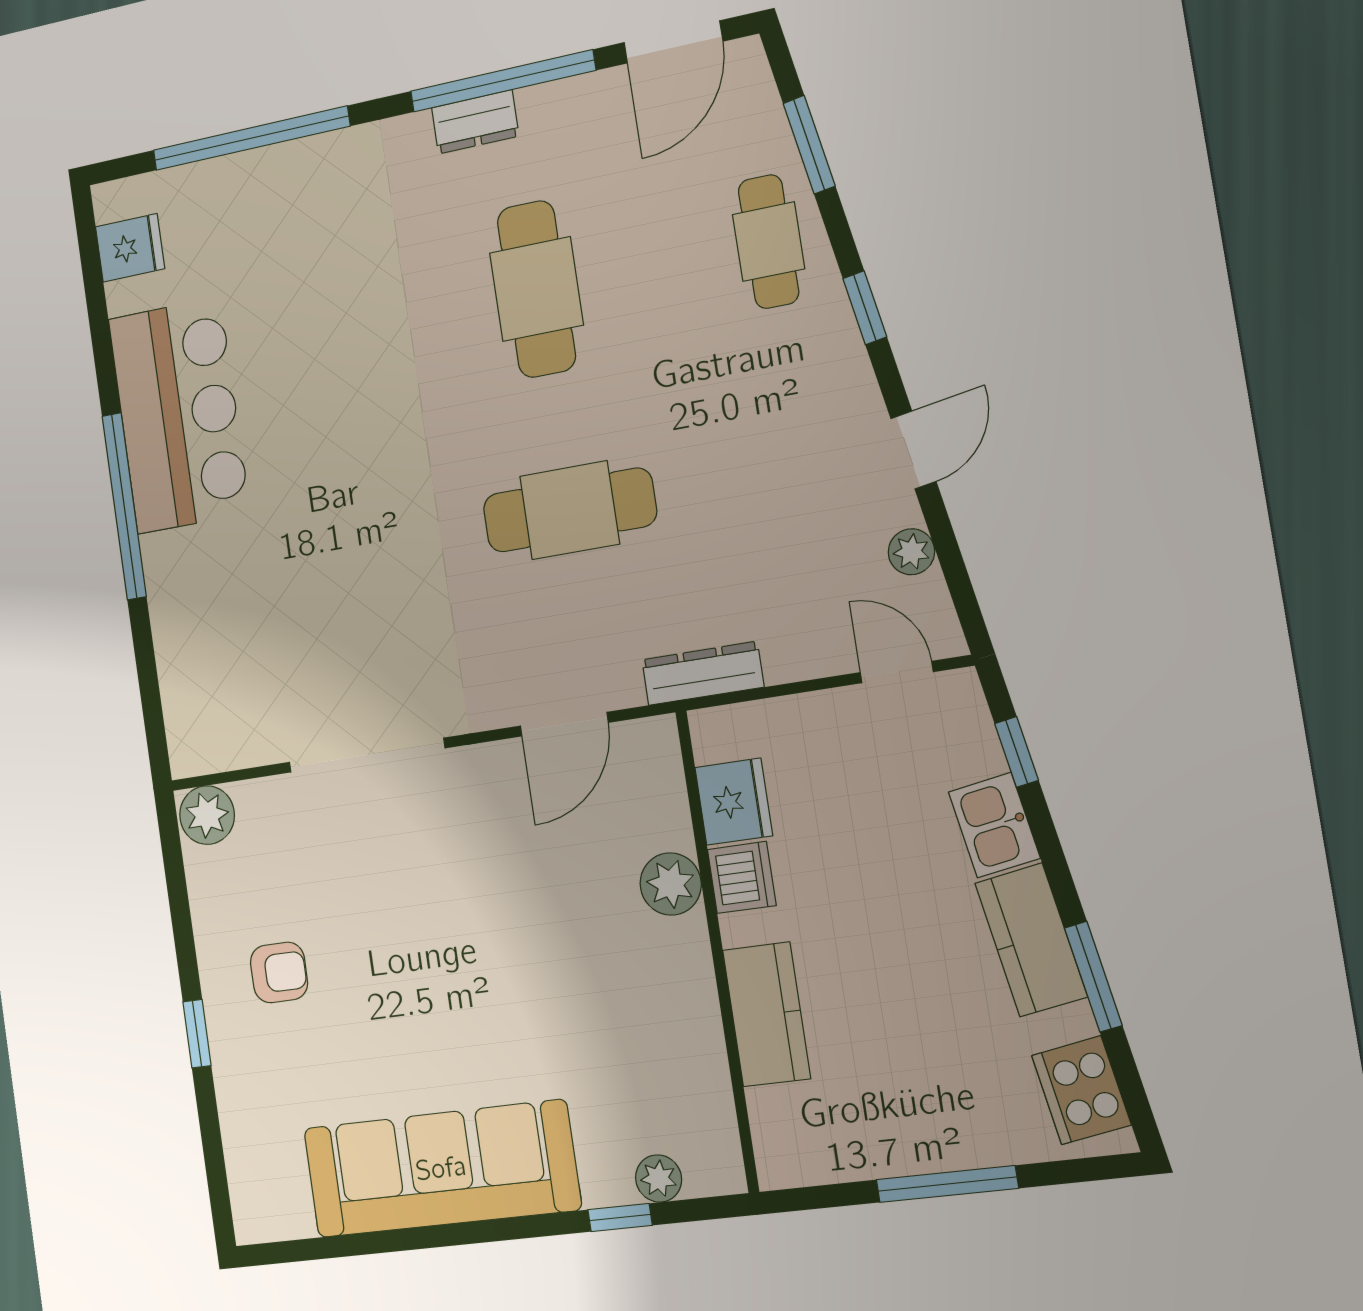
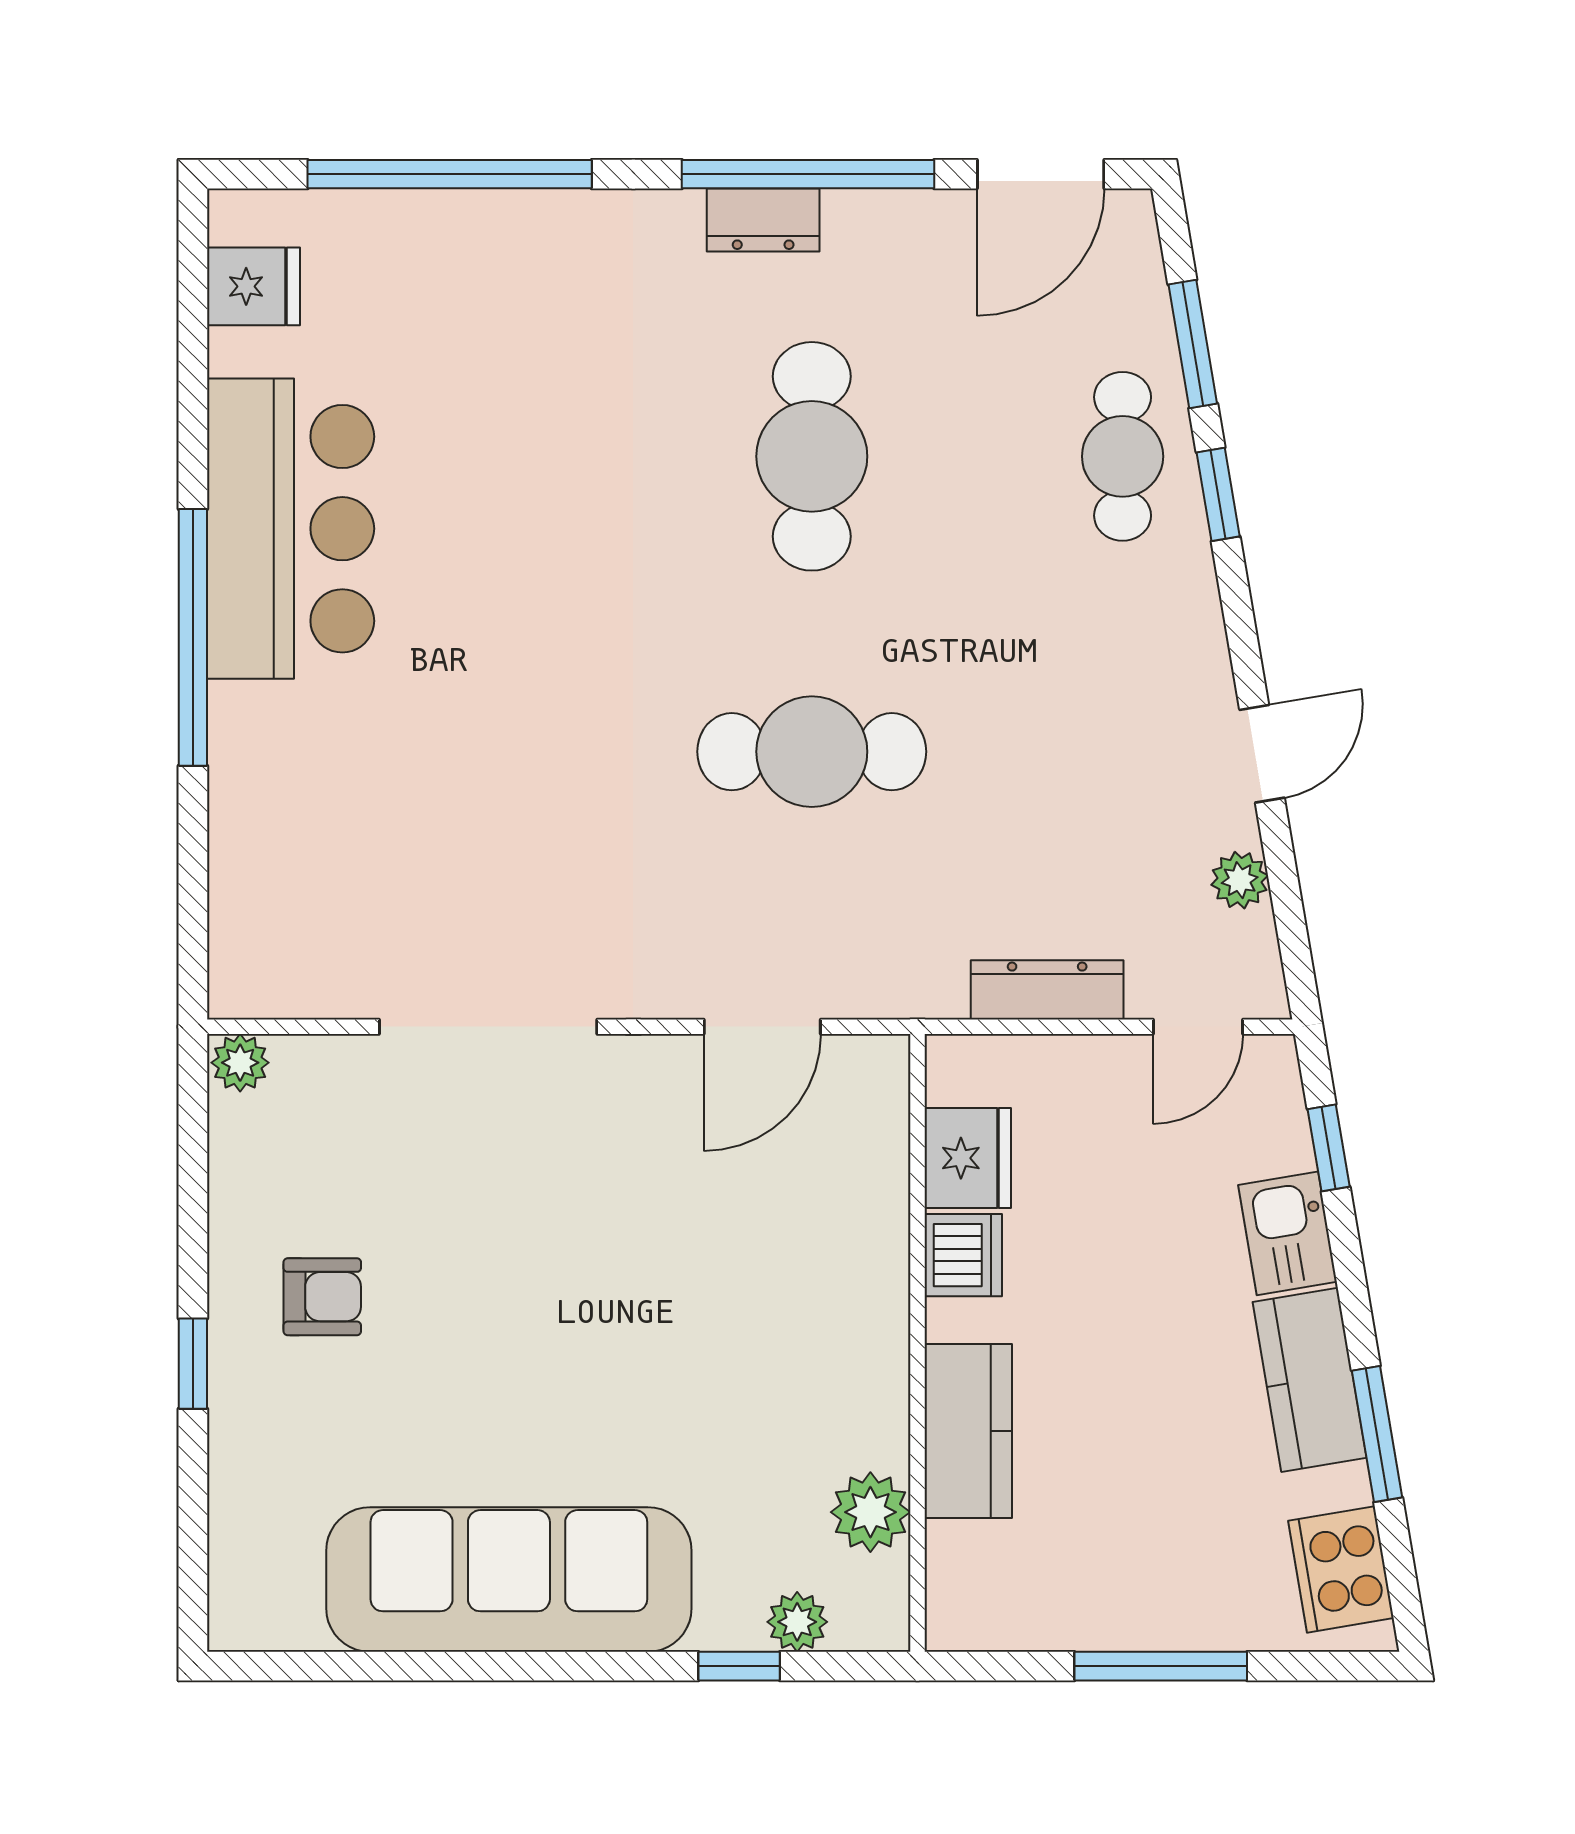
window: (865, 308) -> (1218, 494), moved
door: (897, 672) -> (1198, 1027), swing flipped
dresser: (703, 673) -> (1047, 990), moved
plant: (207, 815) -> (240, 1063), width x0.73, depth x0.73
plant: (671, 884) -> (870, 1512), moved

